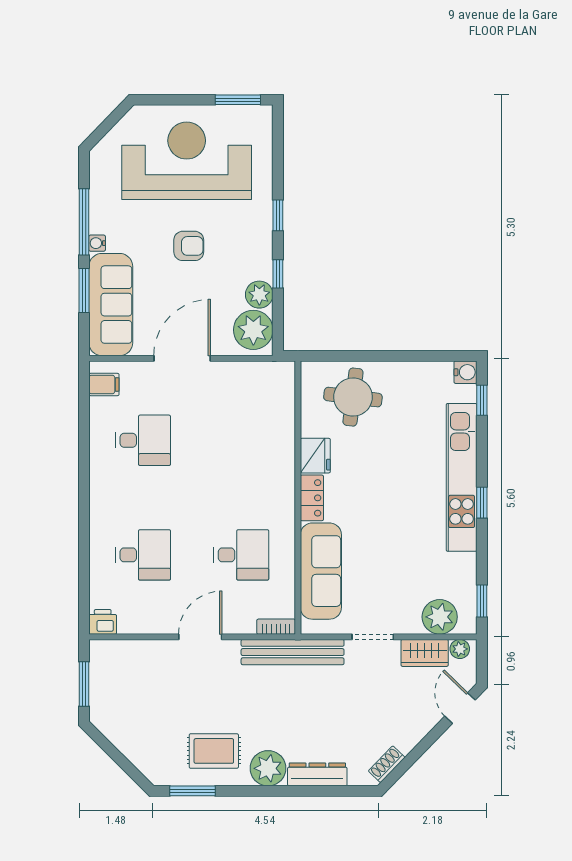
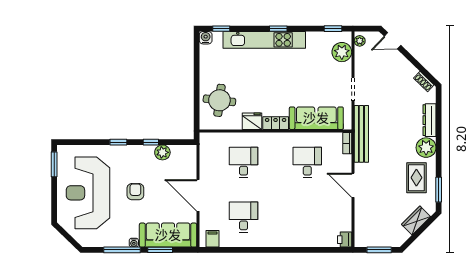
plant: (253, 330) -> (182, 156), removed
desk: (143, 555) -> (244, 162), moved
wardrobe: (425, 653) -> (416, 220), moved, turned -135

